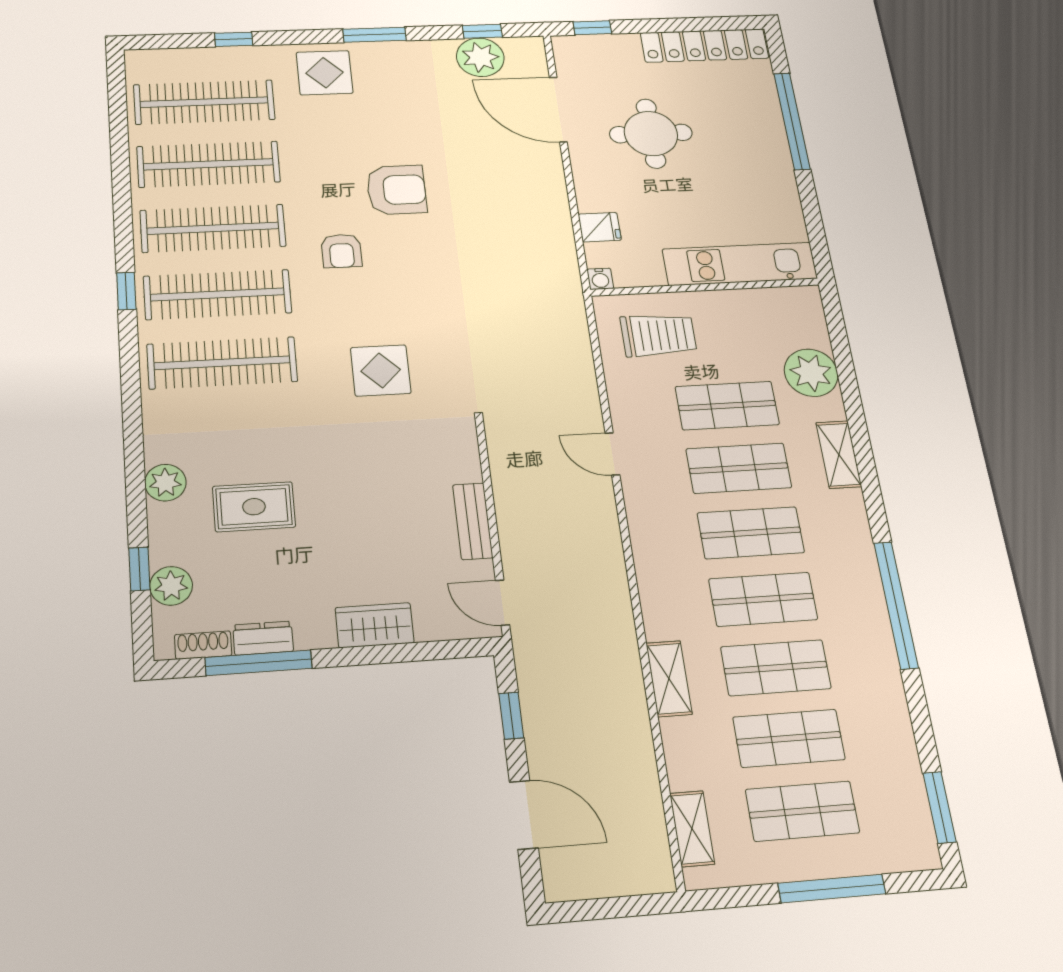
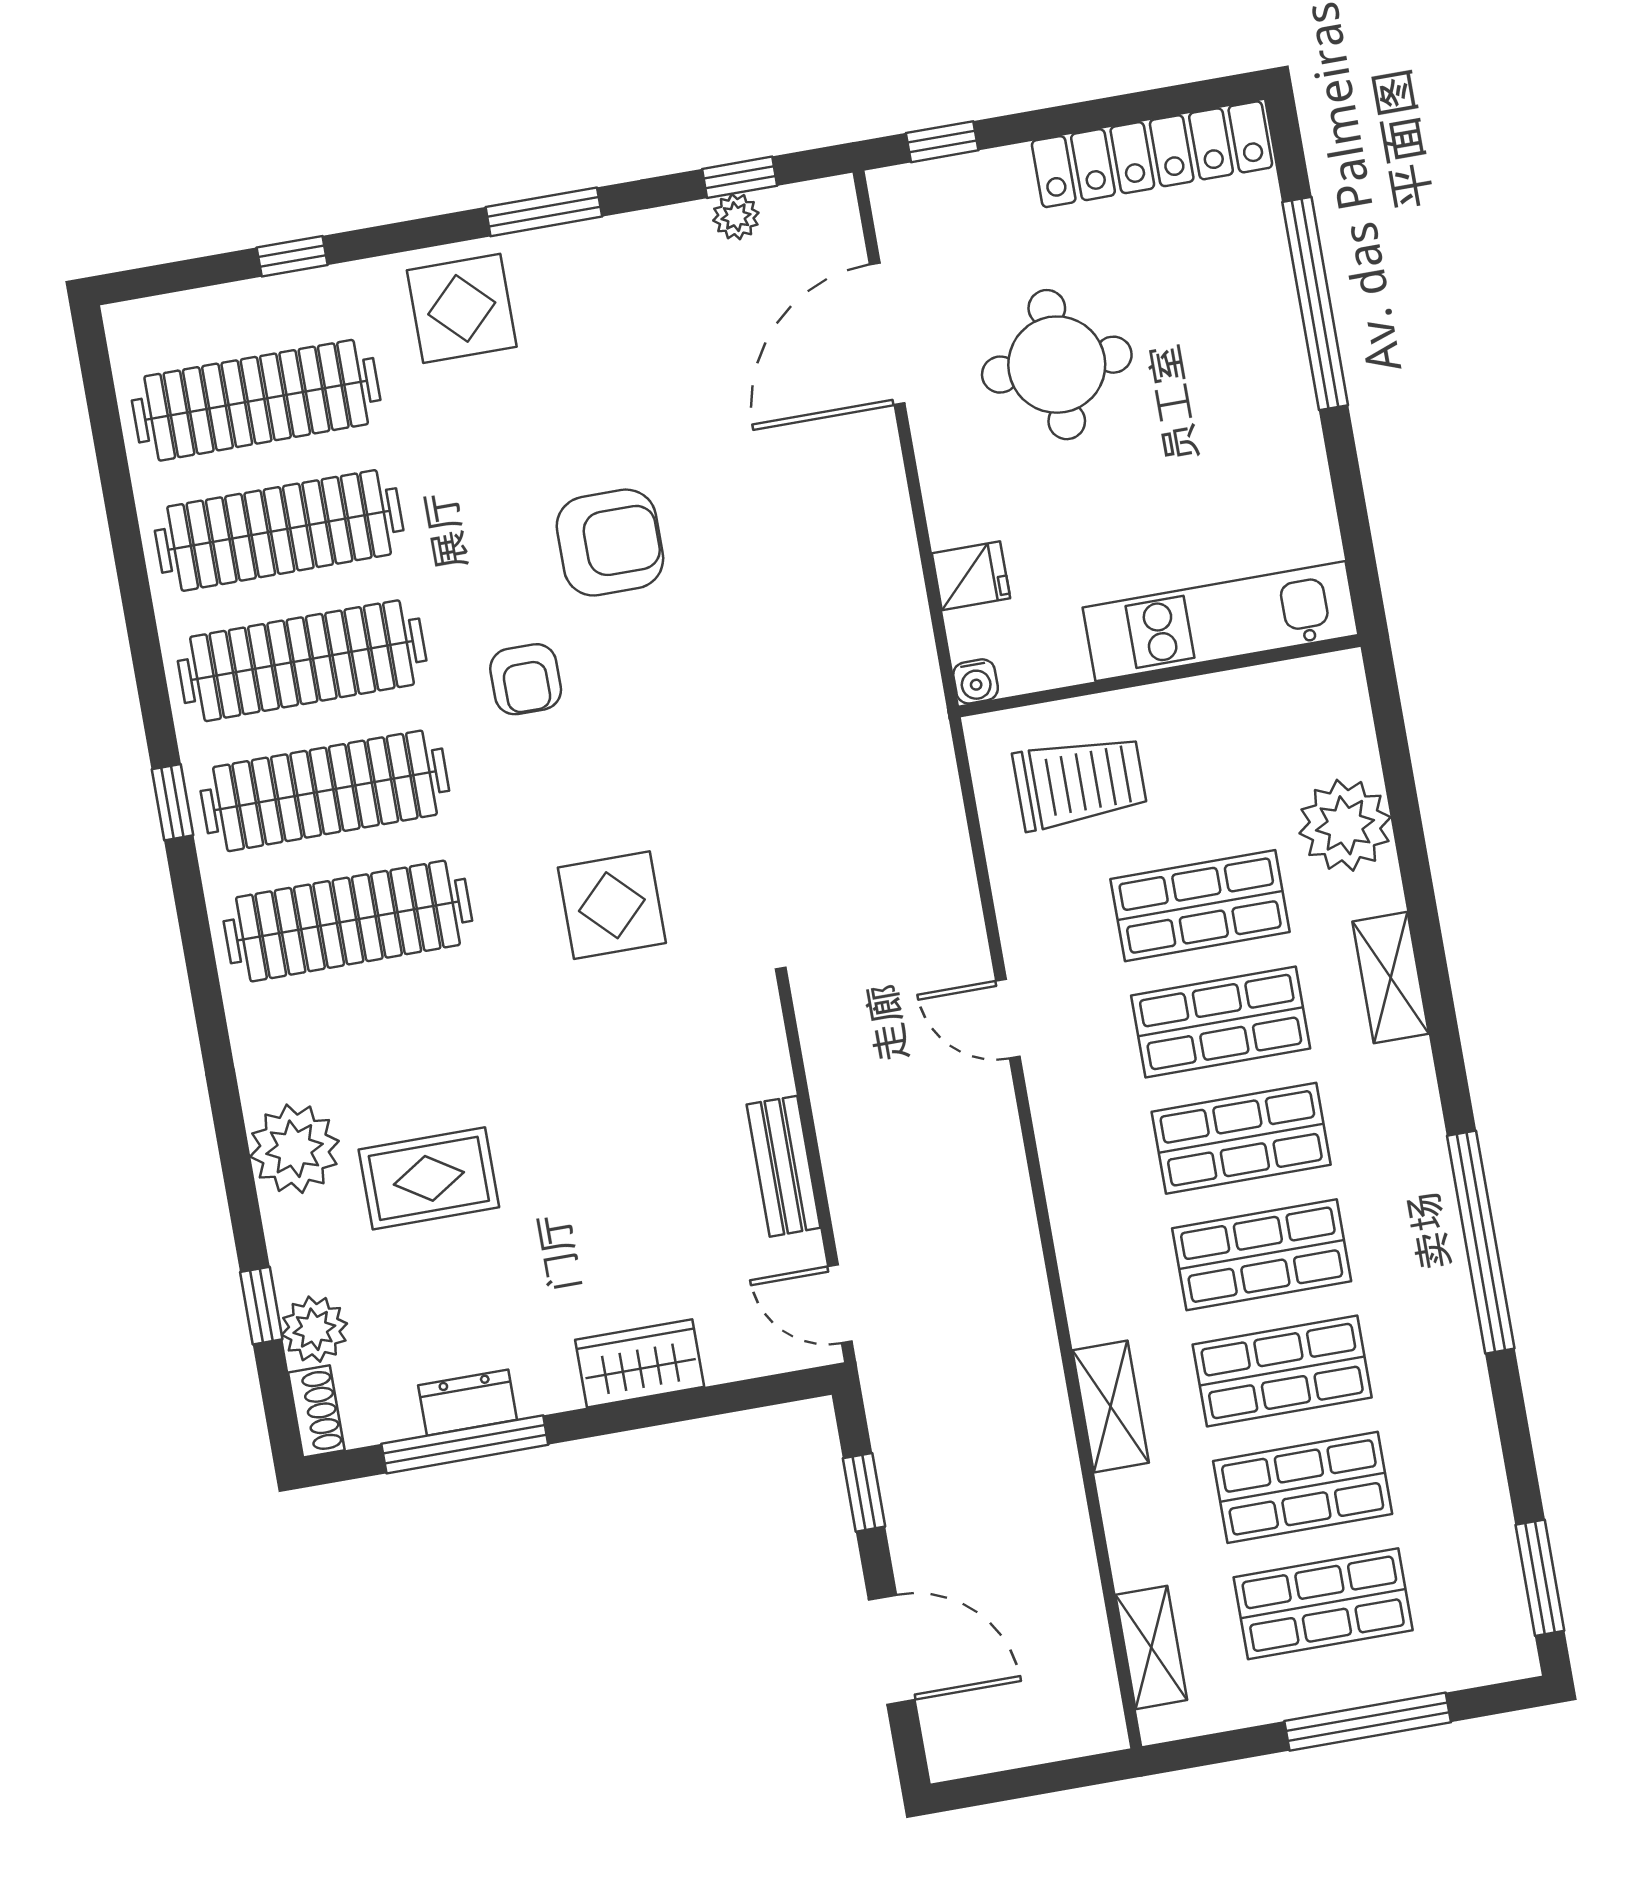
plant: (480, 57) -> (736, 217), width x0.53, depth x0.53
door: (558, 110) -> (887, 334), hinge flipped
plant: (165, 483) -> (294, 1149), width x1.36, depth x1.36
shoe rack: (203, 645) -> (316, 1411), moved, turned 90

